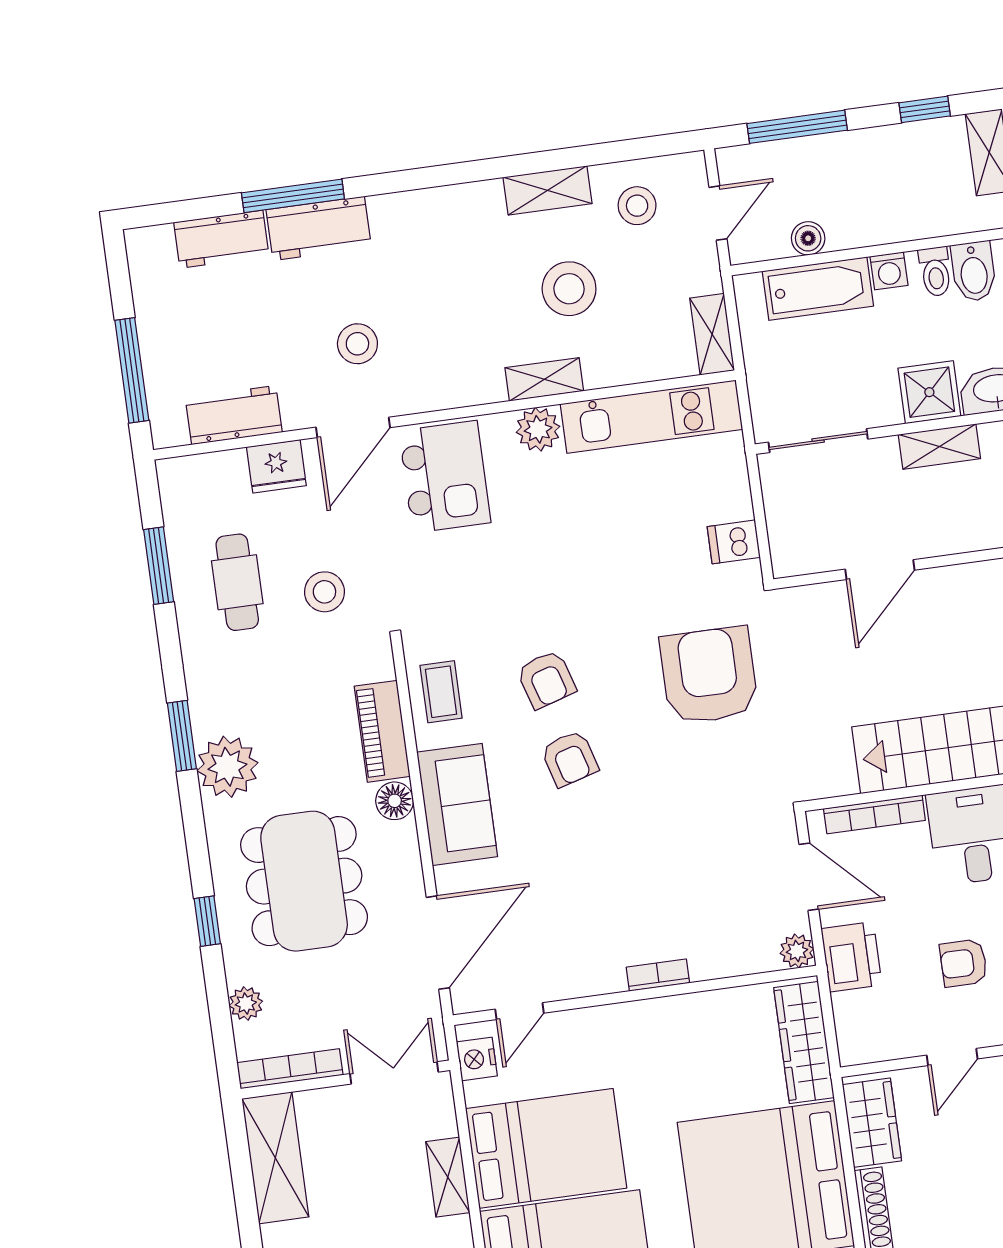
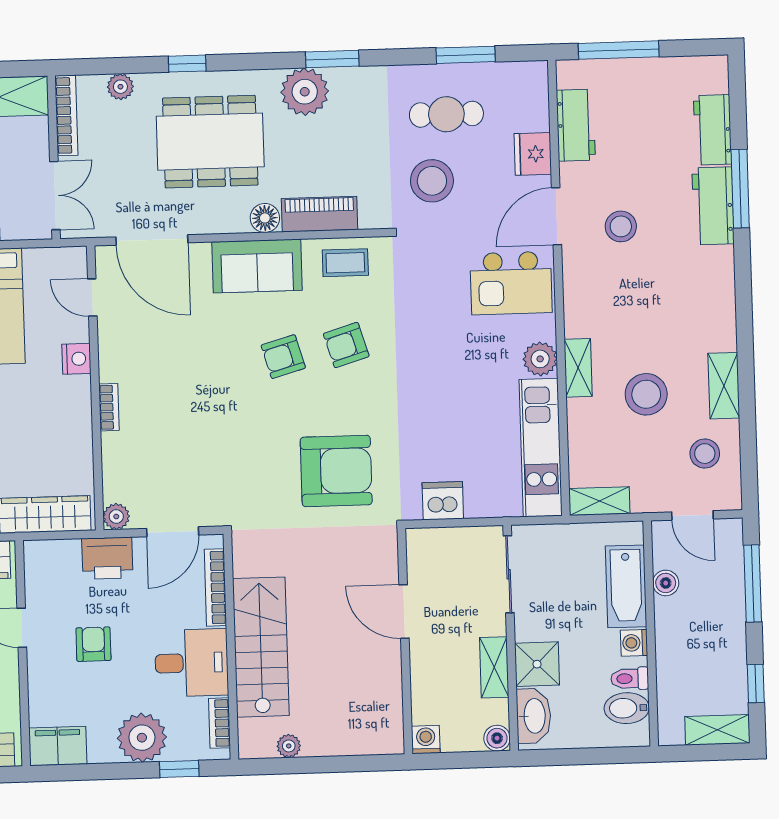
door: (353, 427) -> (557, 216), hinge flipped
dishwasher: (734, 542) -> (443, 501), width x1.38
stool: (324, 592) -> (432, 181), width x1.38, depth x1.38
nightstand: (477, 1059) -> (76, 359), moved, turned 90

